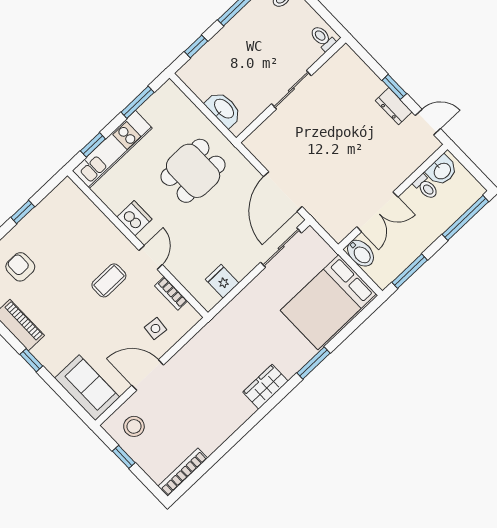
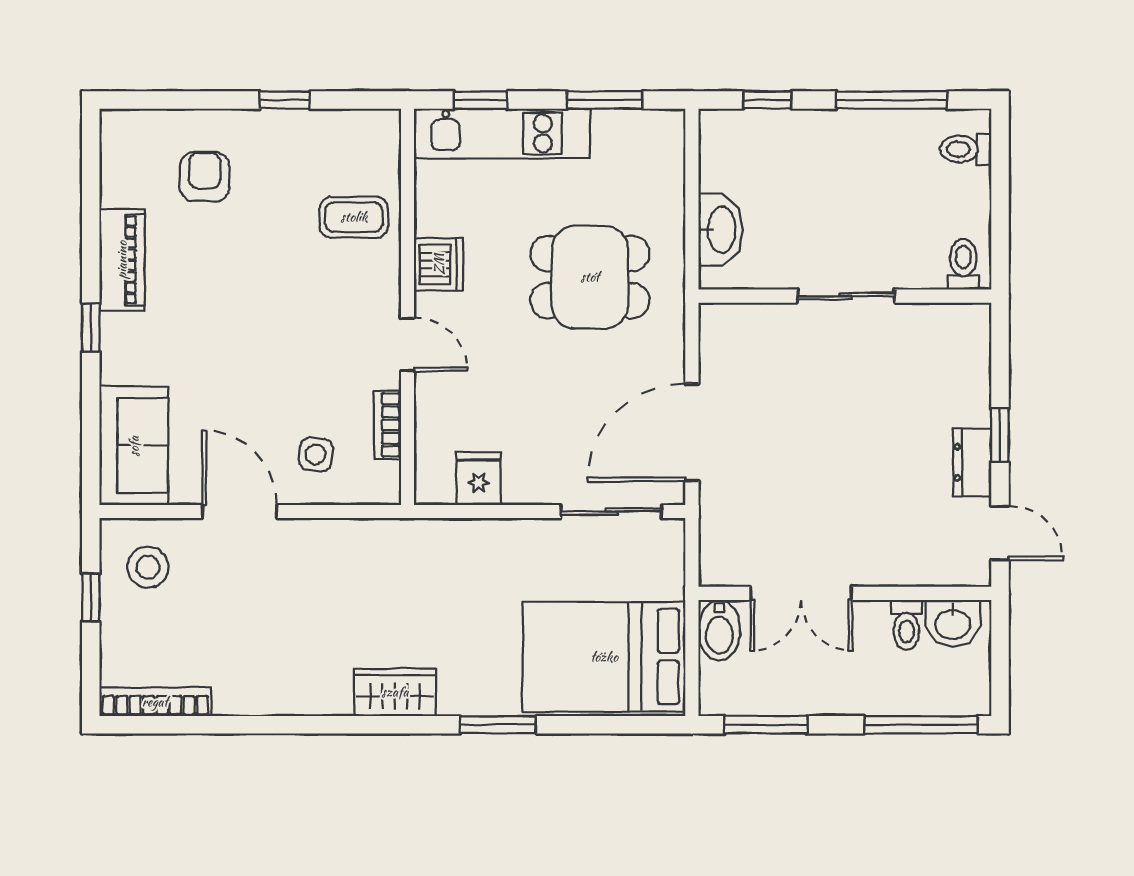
door: (151, 258) -> (407, 344), hinge flipped
coffee table: (109, 280) -> (354, 217), moved

